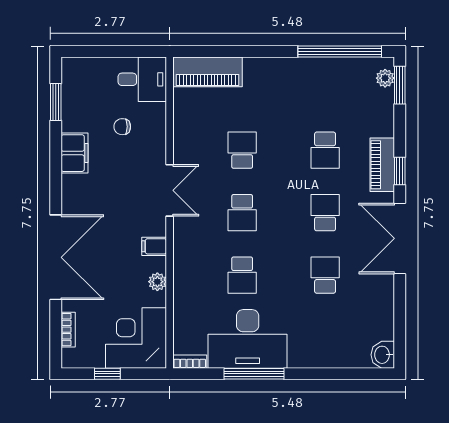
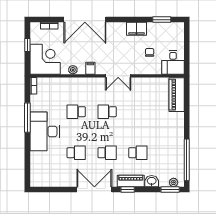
school desk: (242, 150) -> (138, 112), removed
school desk: (325, 150) -> (138, 153), turned 180
desk: (248, 339) -> (45, 131), moved
washbasin: (383, 355) -> (152, 181), moved

